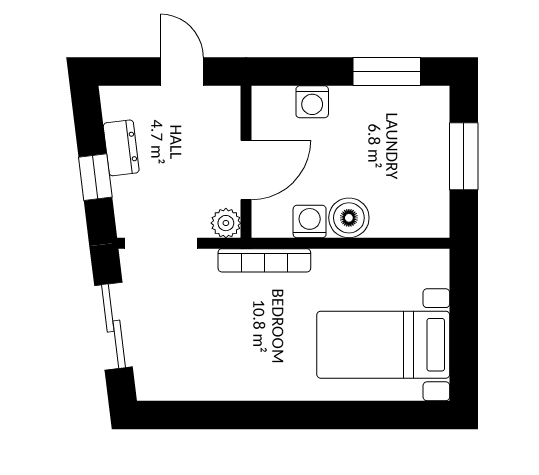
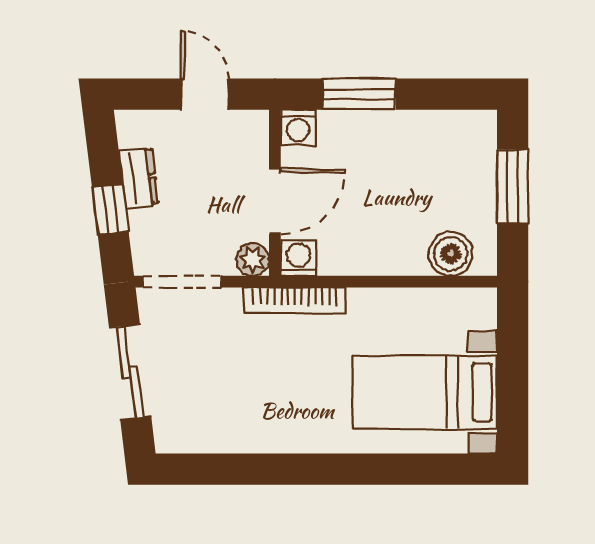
window: (387, 72) -> (359, 94), moved
washing machine: (312, 102) -> (298, 127), moved
boiler: (349, 218) -> (451, 254), moved
washing machine: (310, 222) -> (299, 258), moved

